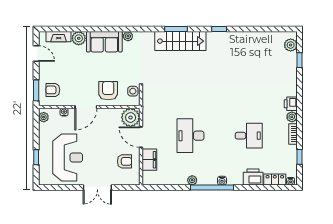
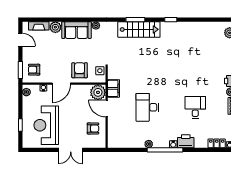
desk: (249, 136) -> (195, 107), turned -90
reception desk: (68, 157) -> (46, 125), turned 180
filing cabinet: (149, 160) -> (114, 88), moved
printer: (253, 177) -> (186, 141), moved

